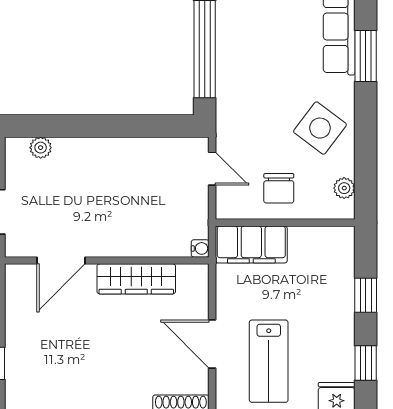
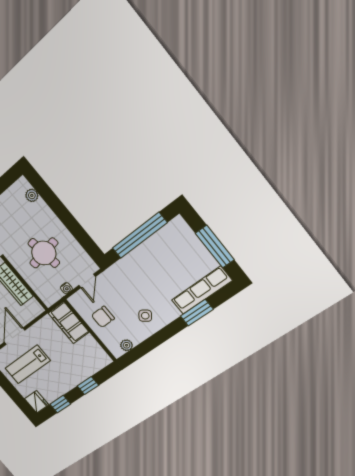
side table: (320, 128) -> (145, 316), width x0.54, depth x0.54
round table: (128, 197) -> (44, 253), added
water cooler: (200, 248) -> (66, 288), moved

